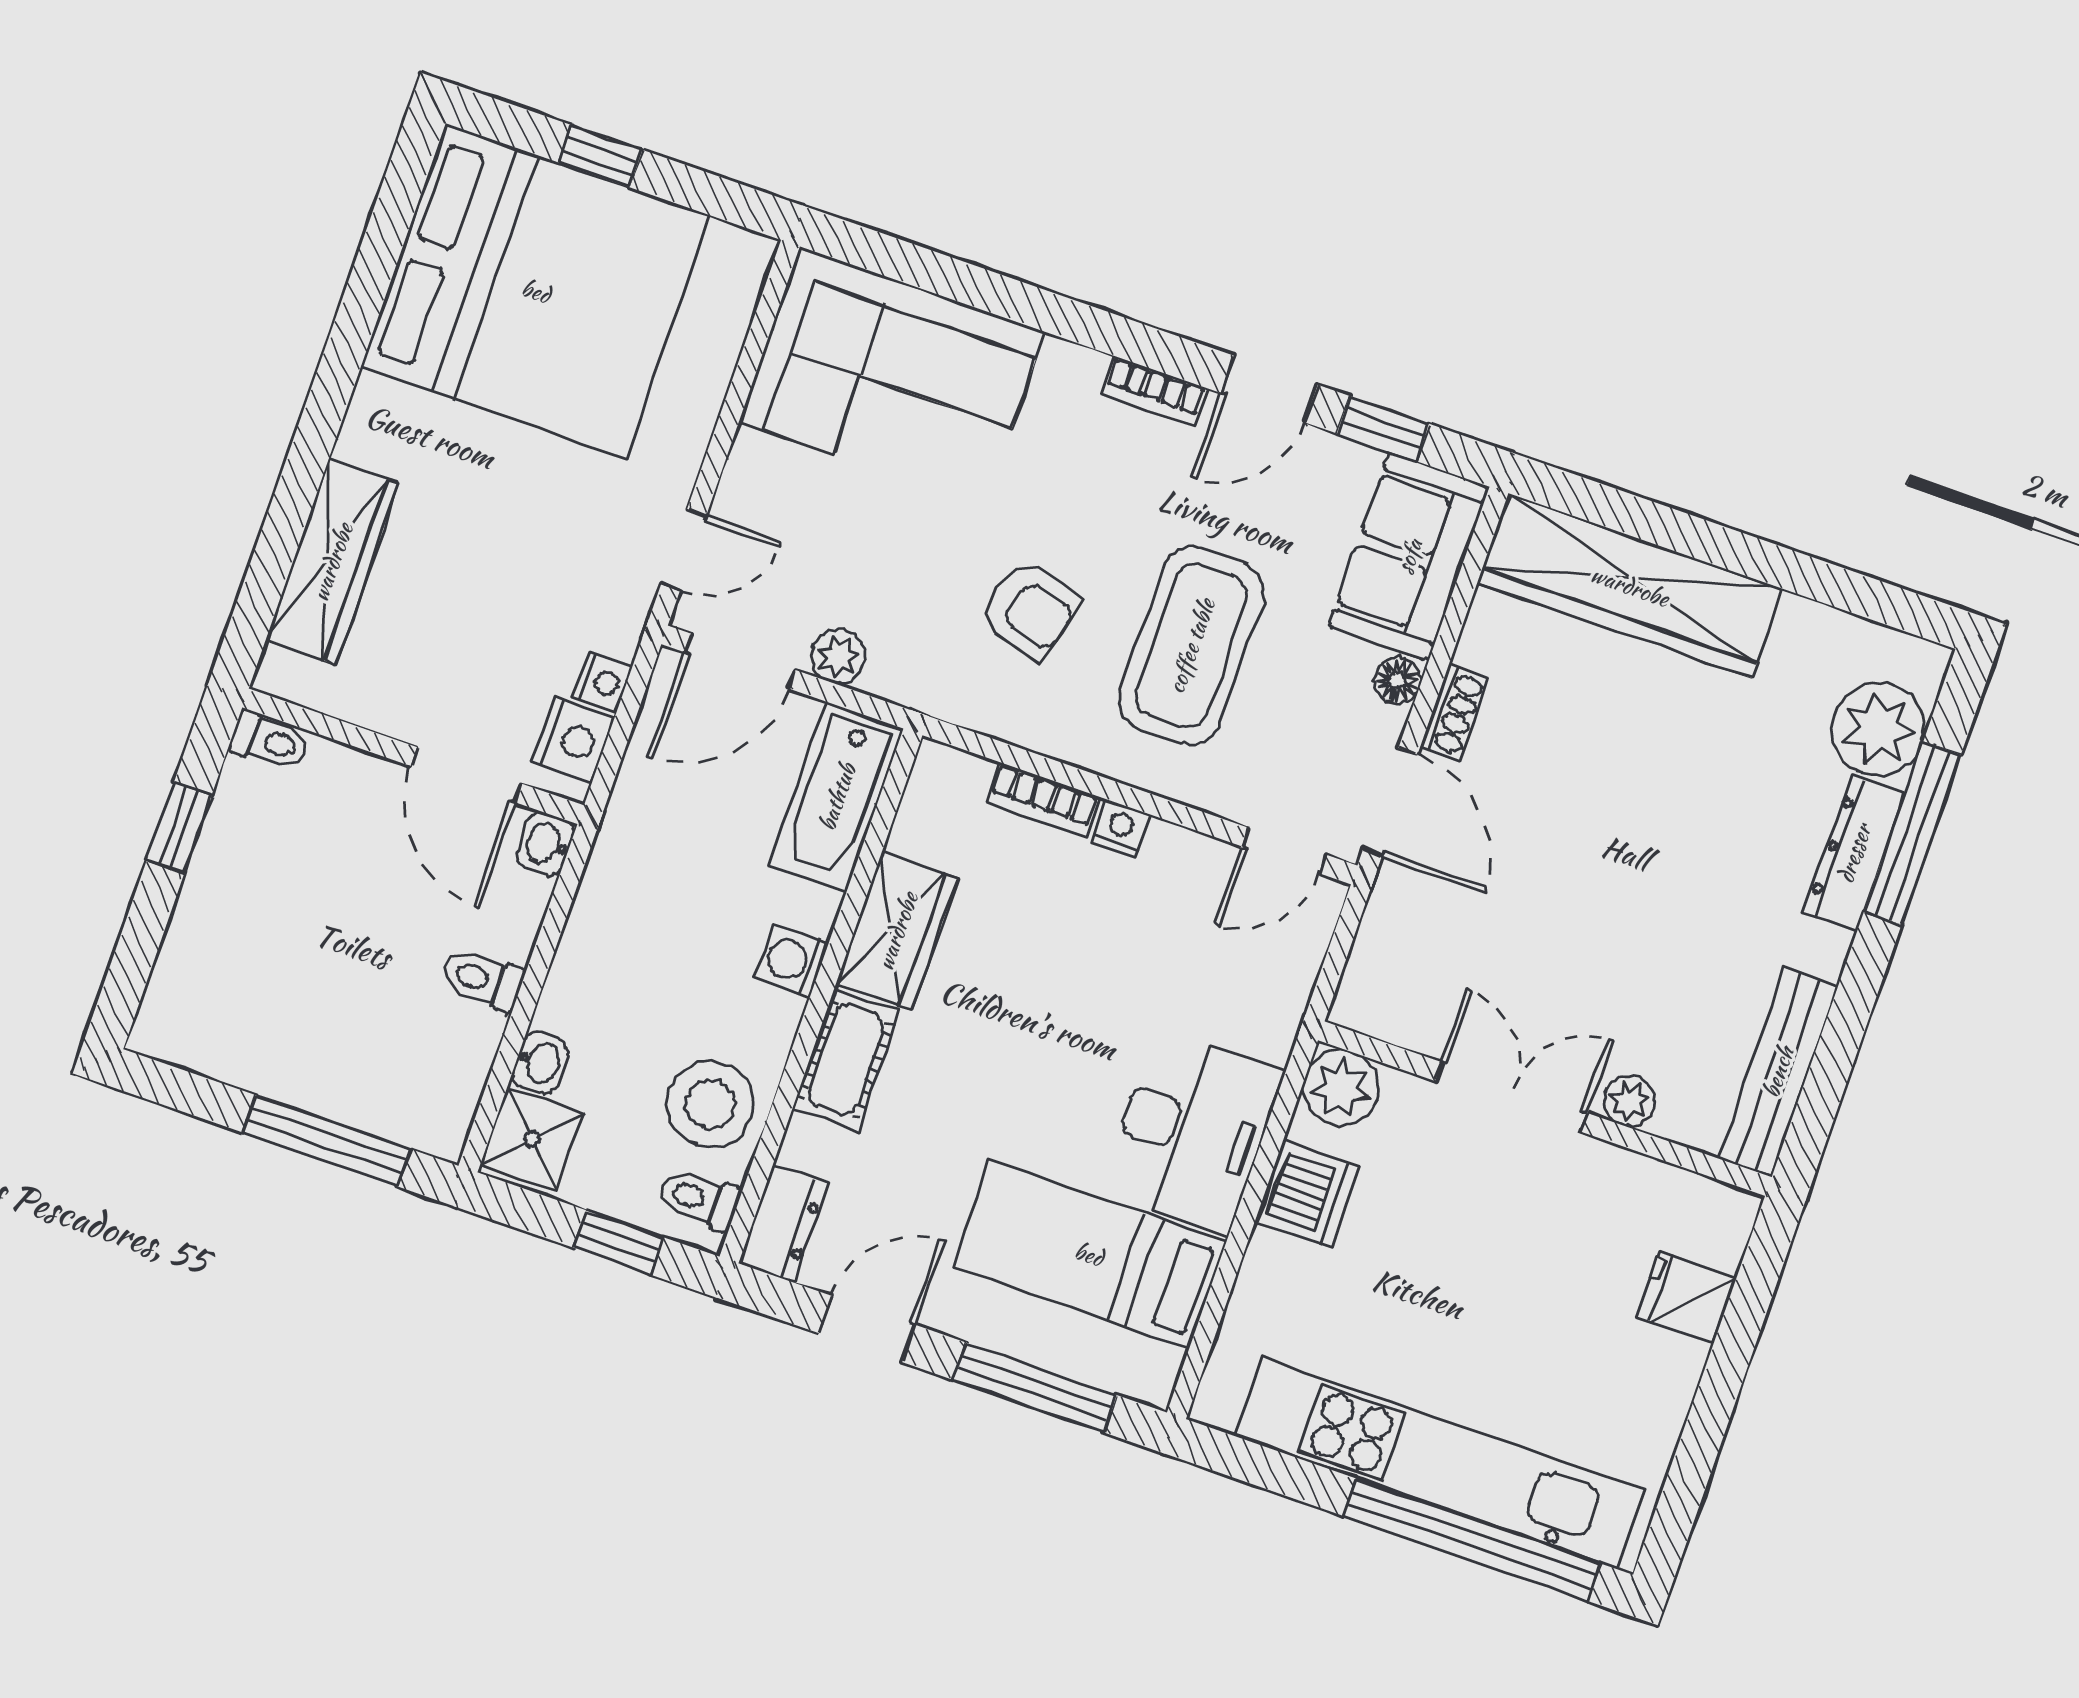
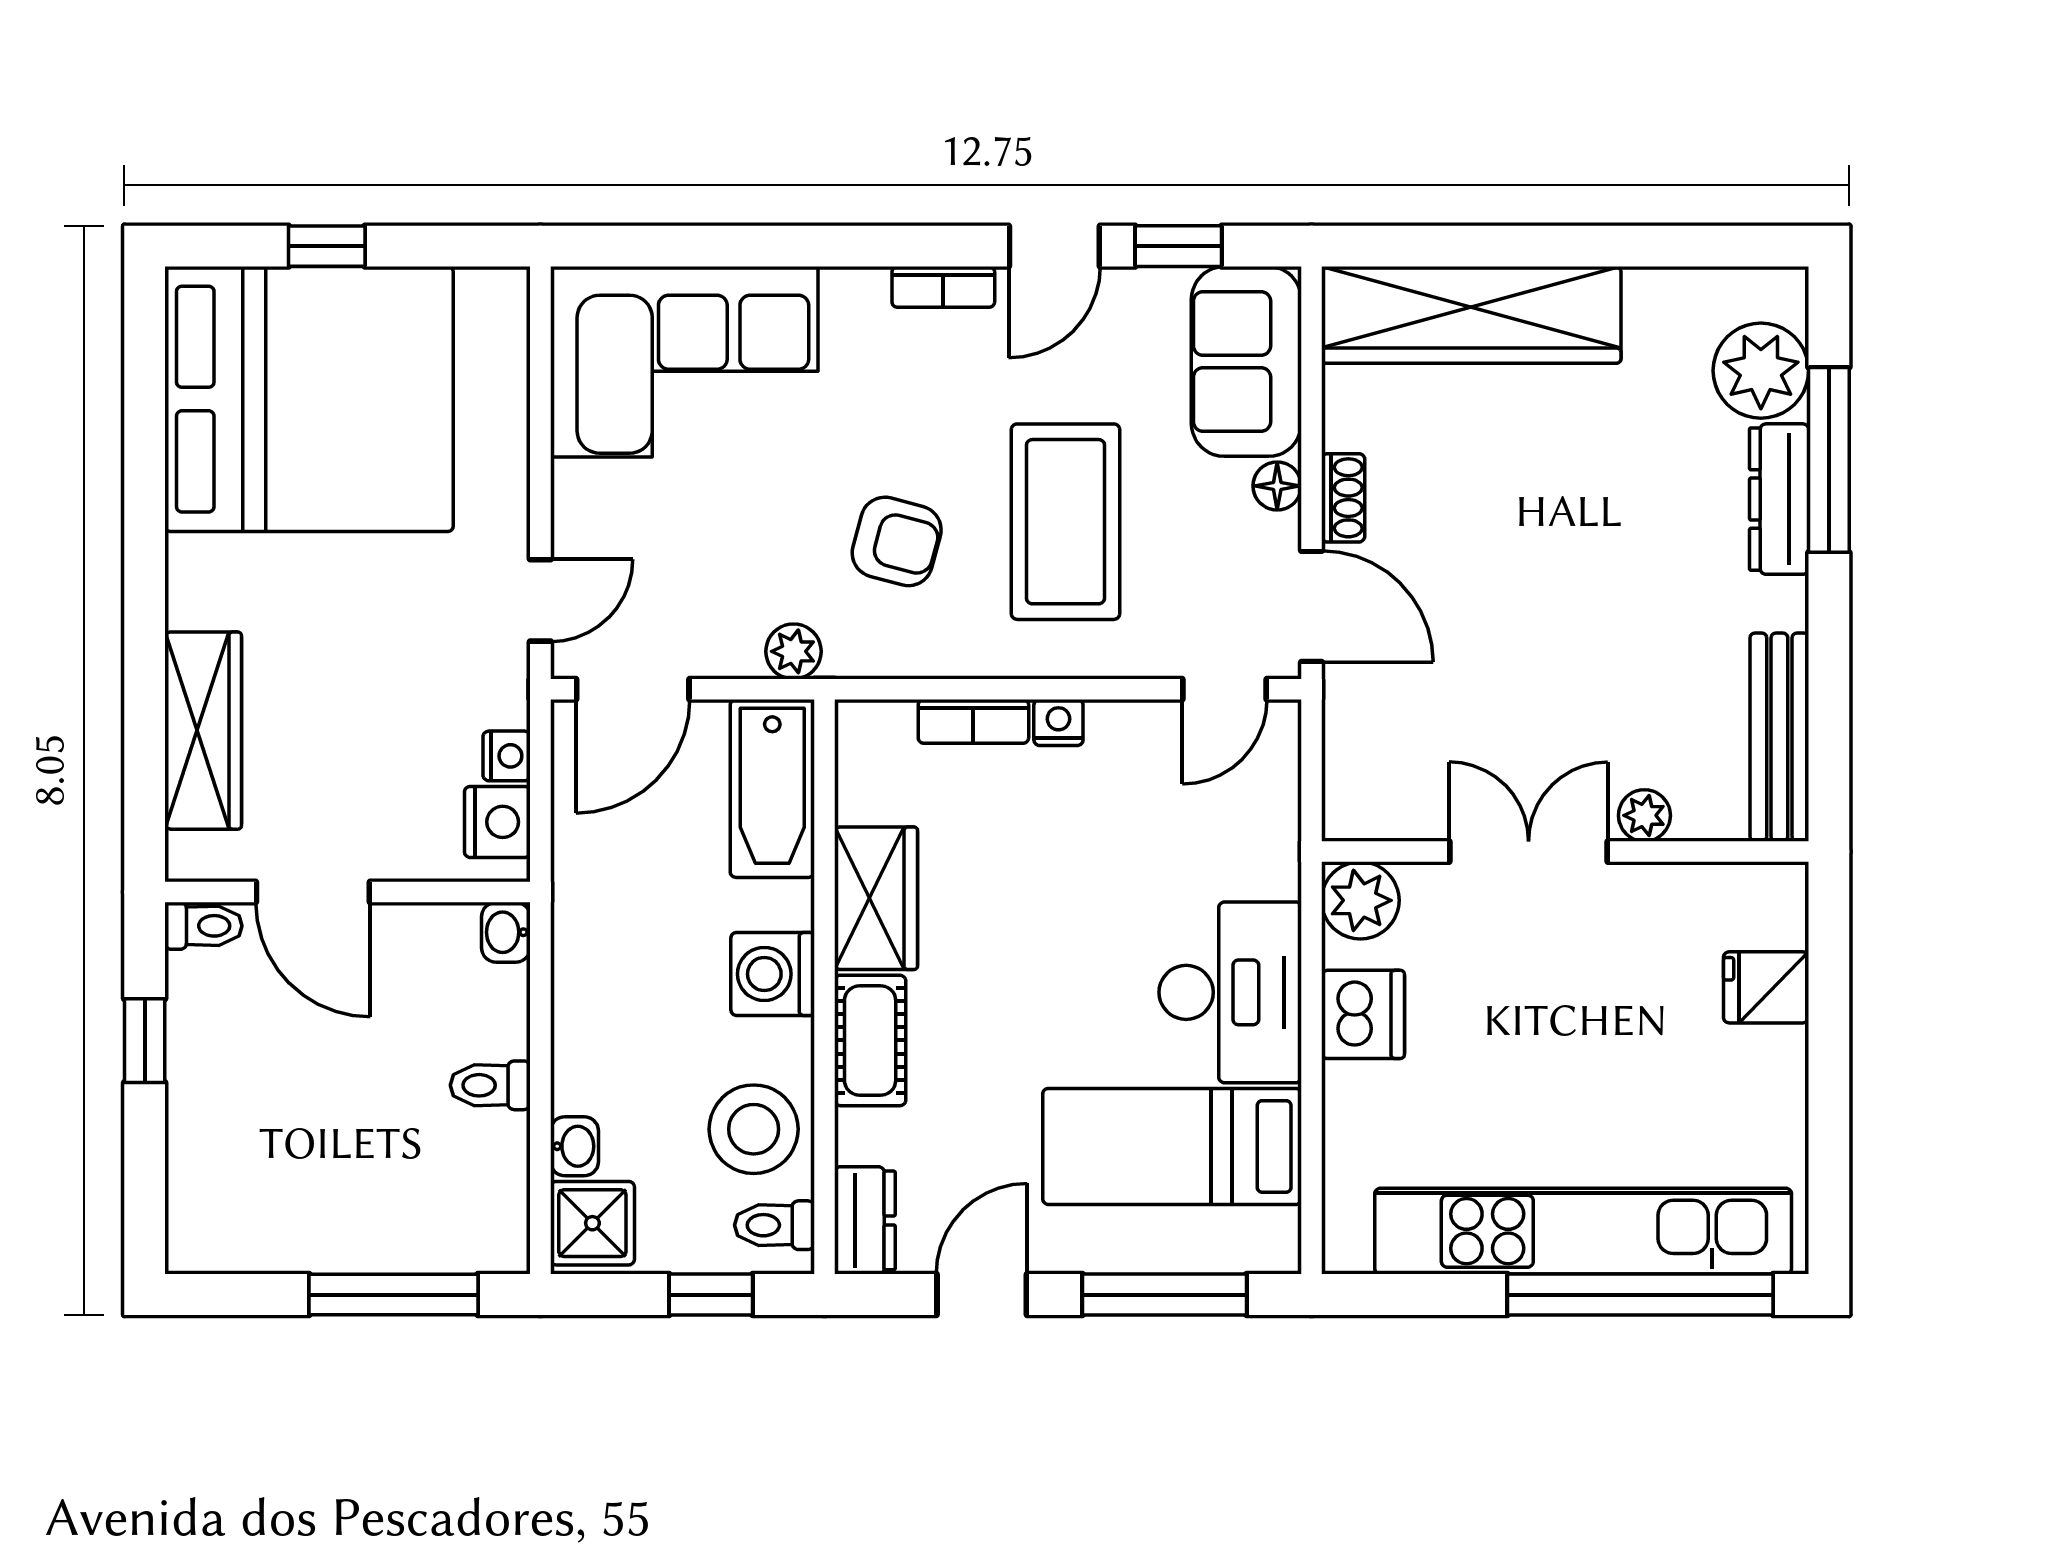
plant: (838, 656) -> (794, 651), moved
door: (466, 775) -> (313, 892), moved
washing machine: (792, 961) -> (773, 974), width x1.38, depth x1.38

